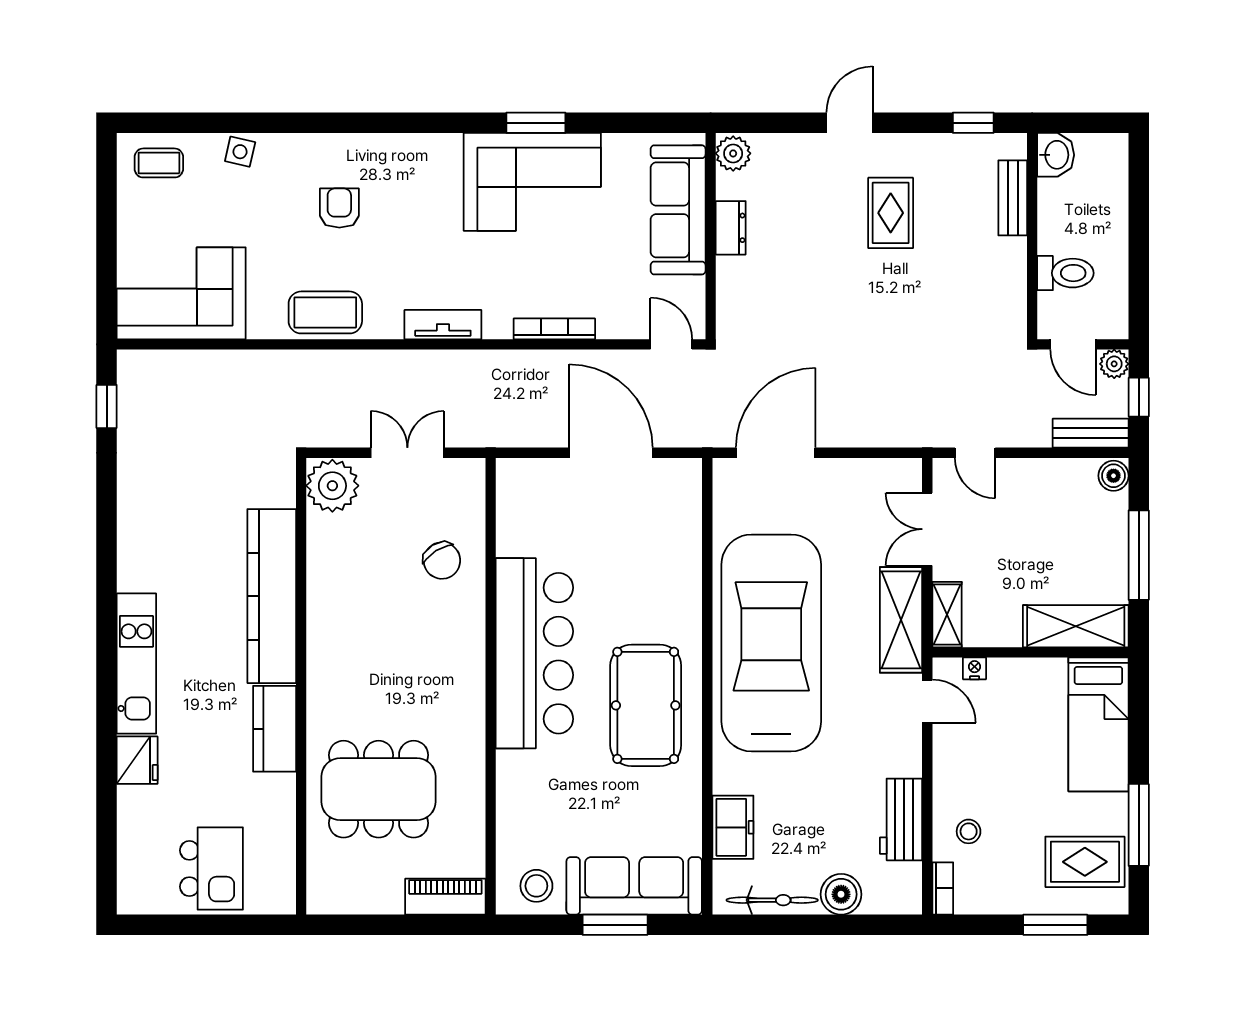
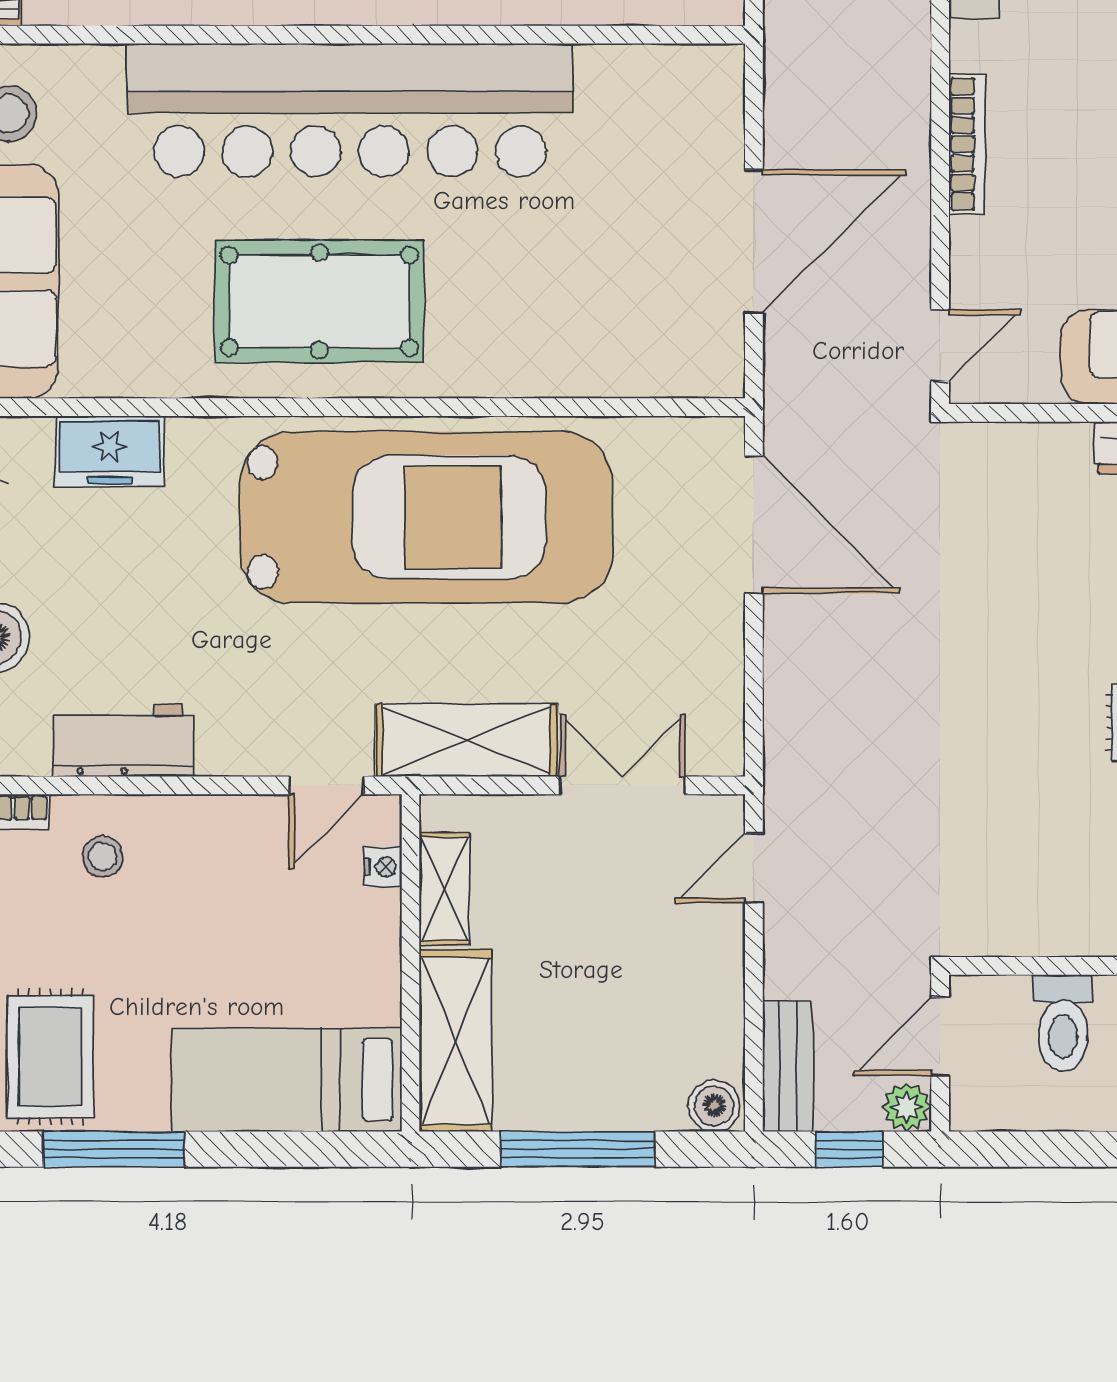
shelving: (947, 615) -> (445, 889), moved, turned 90
bar counter: (534, 653) -> (350, 110), width x1.36

